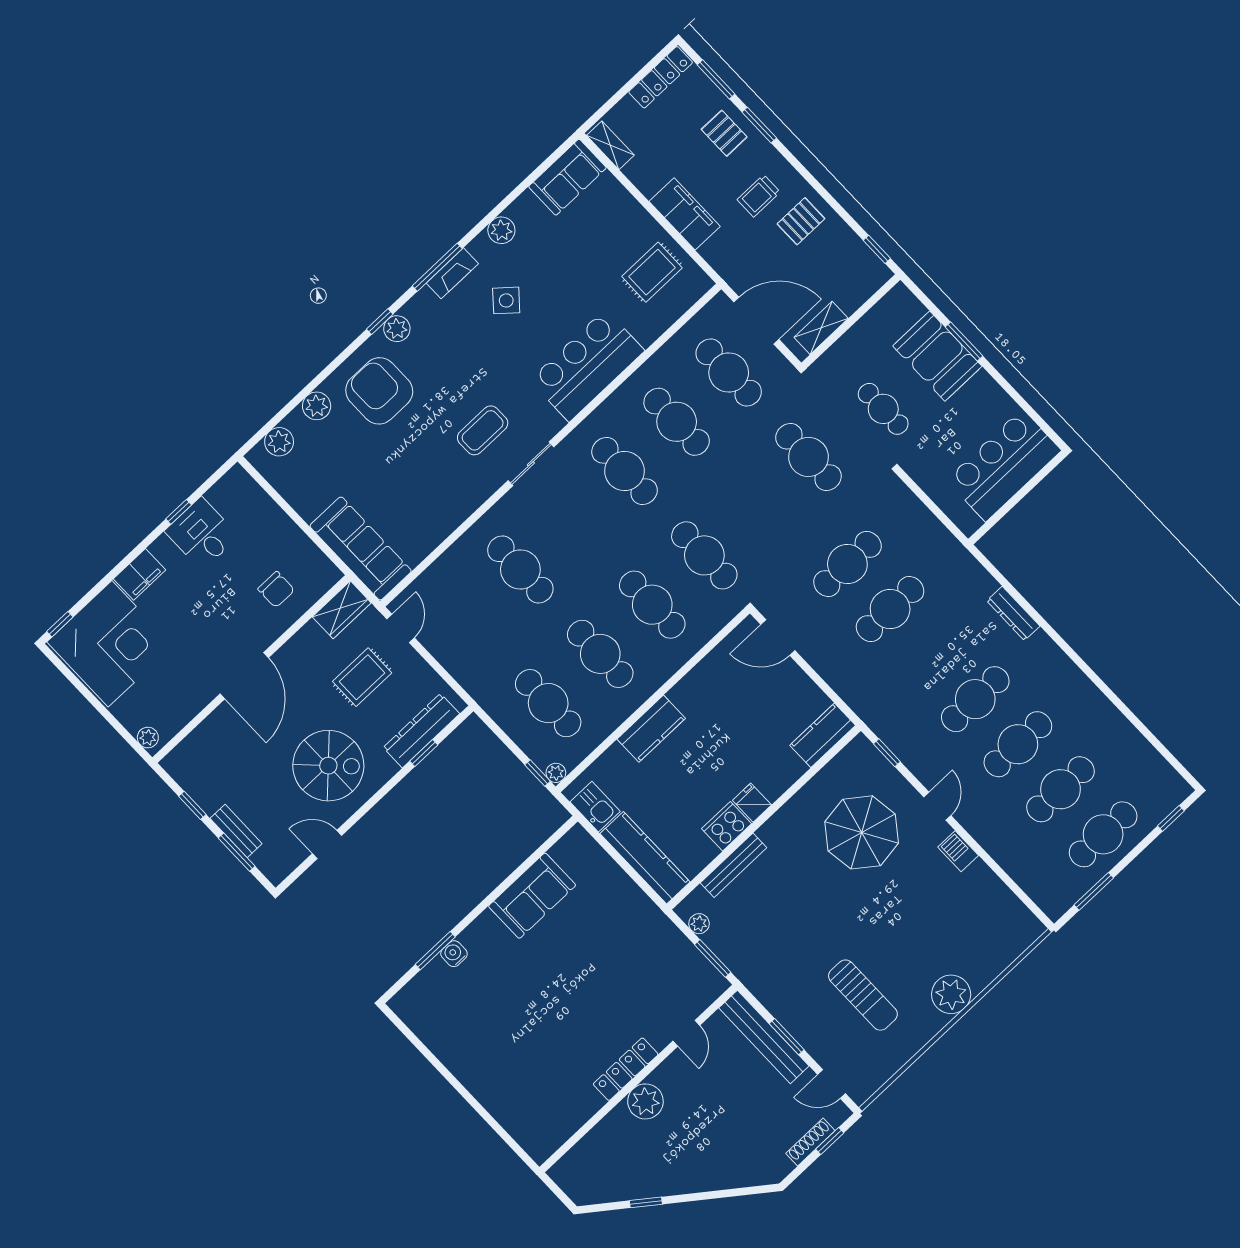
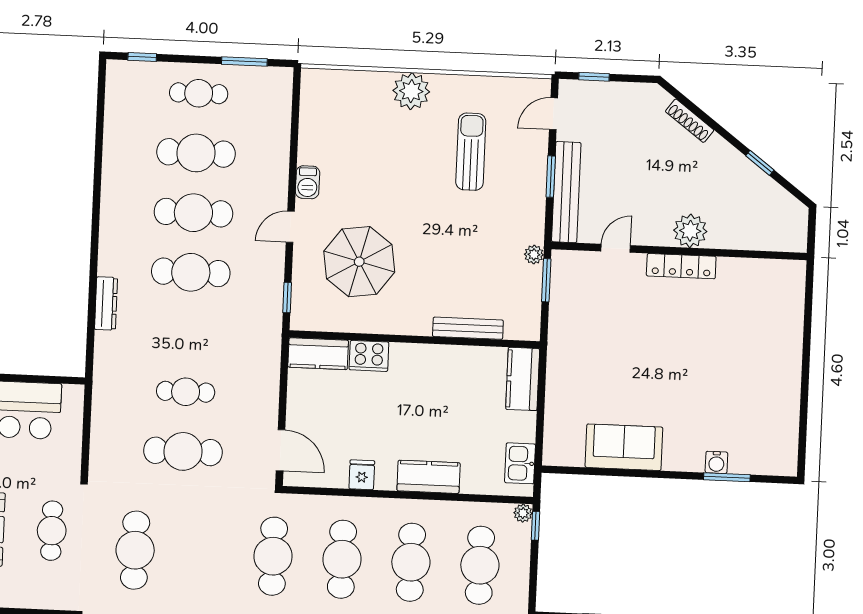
cafe table: (890, 609) -> (186, 392), width x0.73, depth x0.74
fridge: (752, 803) -> (362, 475), moved, turned 180
cooker: (727, 826) -> (369, 356), moved
cafe table: (1103, 834) -> (199, 93), width x0.73, depth x0.74
kitchen counter: (645, 858) -> (523, 379), width x0.67
plant: (699, 924) -> (534, 255), moved
door: (832, 1084) -> (553, 114), swing flipped
shoe rack: (810, 1142) -> (690, 121), moved, turned 37

